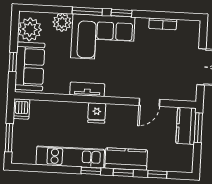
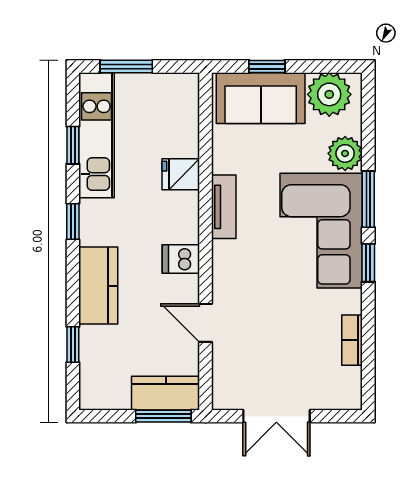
dishwasher: (22, 109) -> (181, 259), moved
fridge: (97, 113) -> (181, 174), moved
kitchen unit: (70, 157) -> (97, 135), moved
window: (123, 173) -> (73, 145), moved

